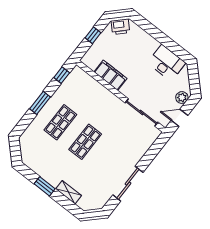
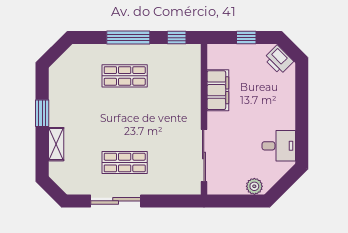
desk: (166, 63) -> (279, 146), width x0.73
window: (40, 103) -> (128, 38), width x1.44
door: (179, 118) -> (230, 201), removed
shop shelf: (85, 142) -> (125, 163), moved

